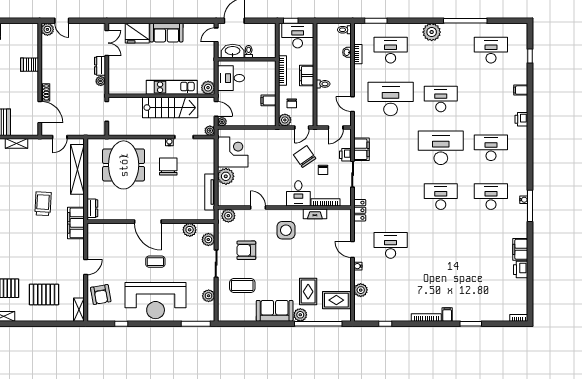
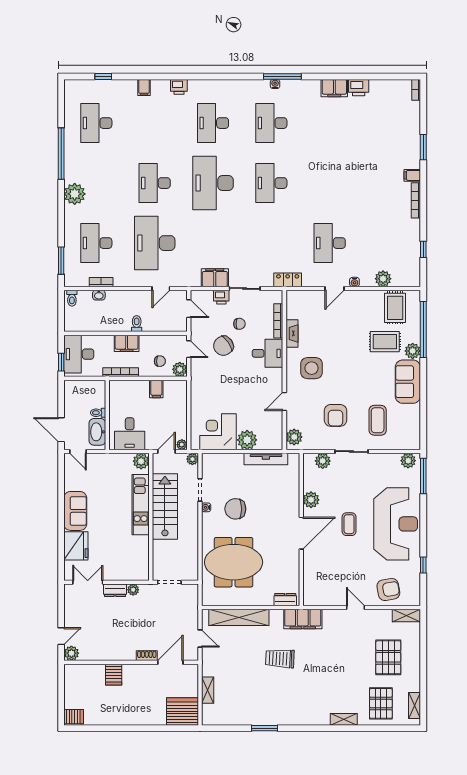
plant: (190, 230) -> (311, 500), moved
plant: (209, 296) -> (408, 461), moved

